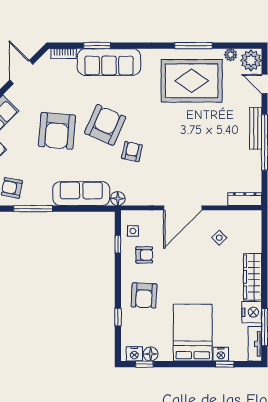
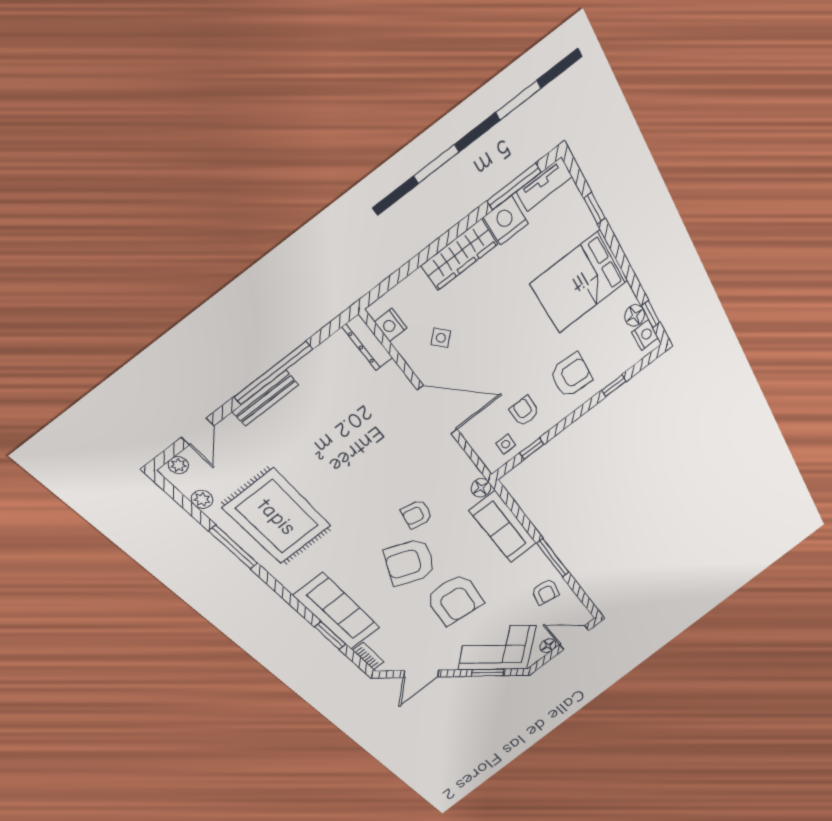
plant: (251, 60) -> (178, 465), width x0.53, depth x0.53
armchair: (57, 131) -> (455, 599), turned 91
nightstand: (221, 354) -> (391, 325), moved, turned 180

